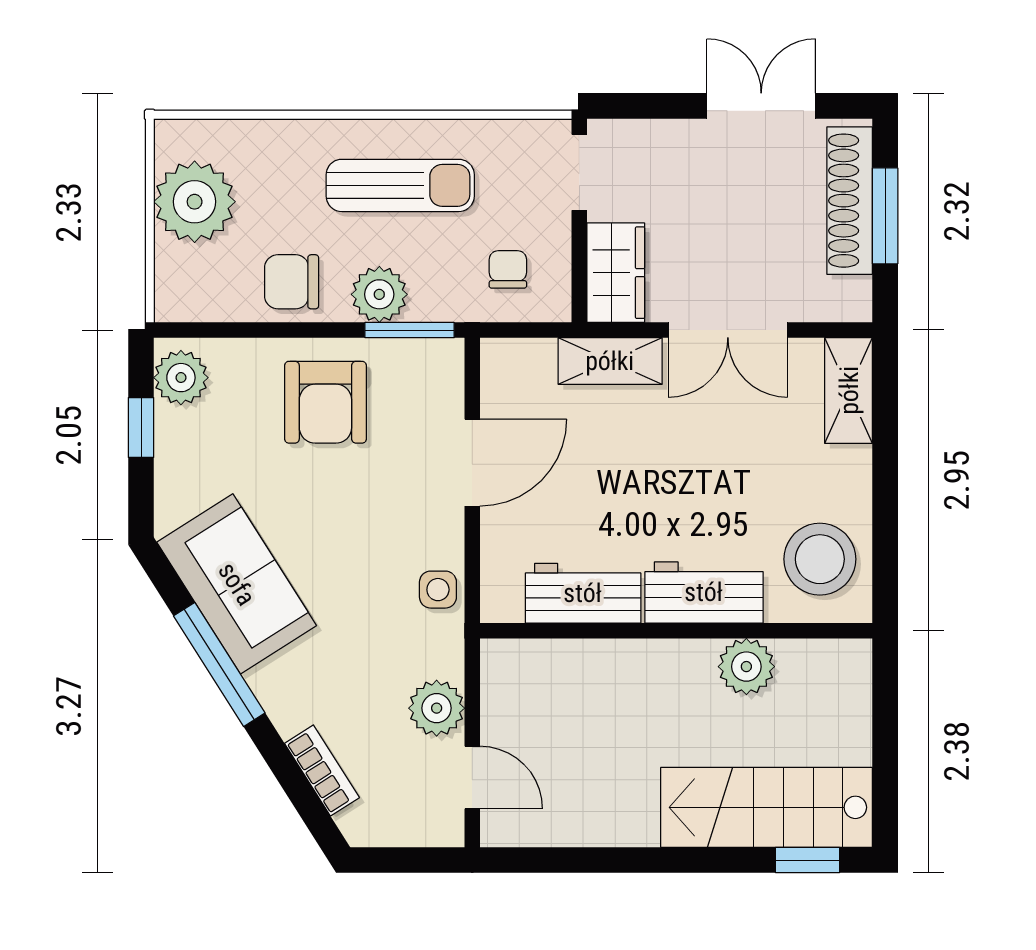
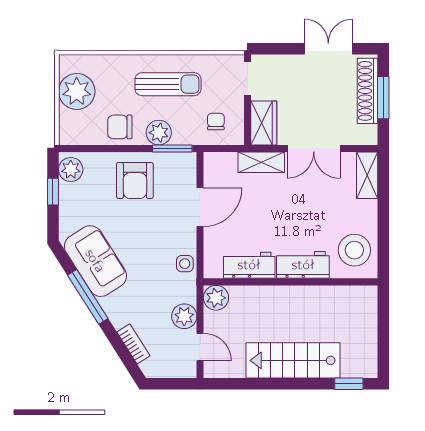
plant: (746, 667) -> (216, 298), moved
stairs: (766, 807) -> (293, 360), moved

